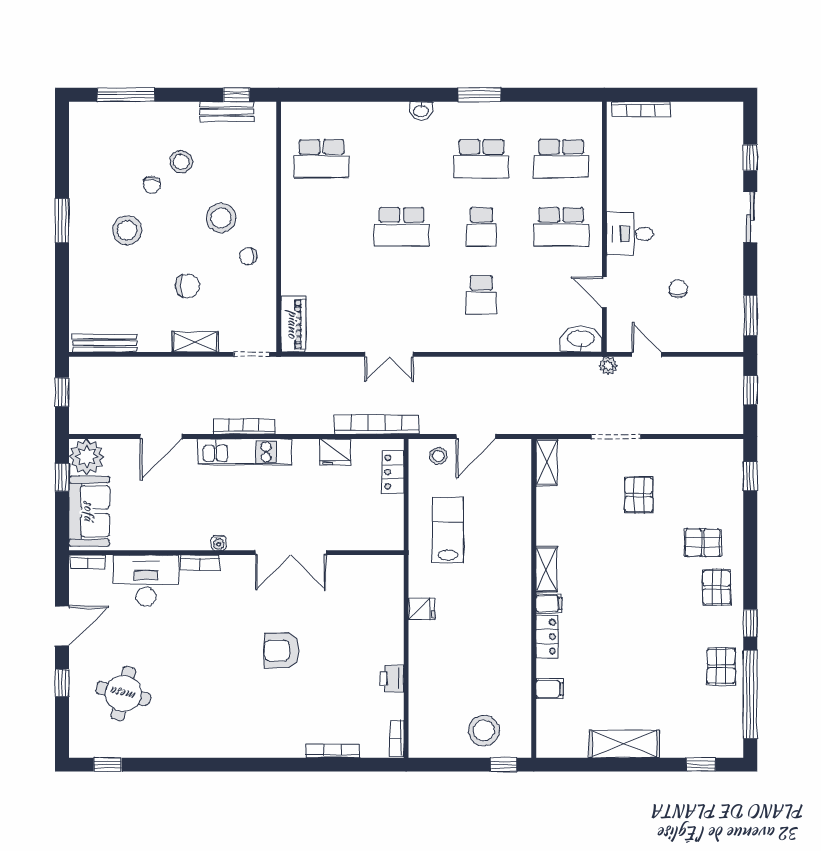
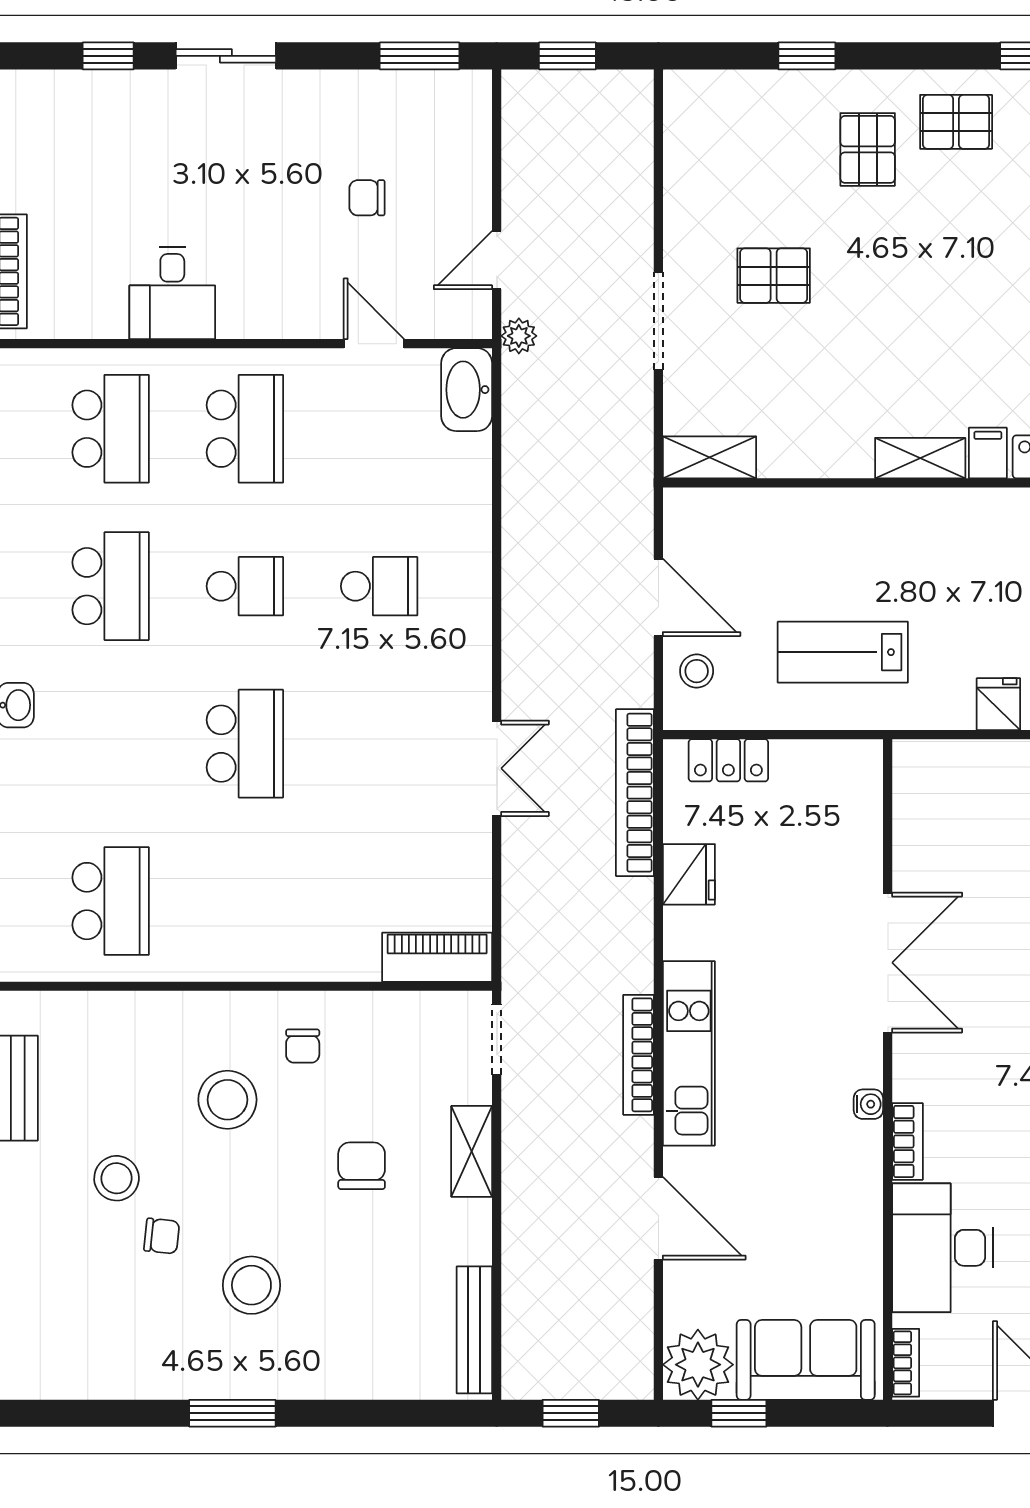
desk: (630, 234) -> (172, 293), moved
door: (604, 292) -> (374, 344), swing flipped
window: (750, 476) -> (807, 56), moved

